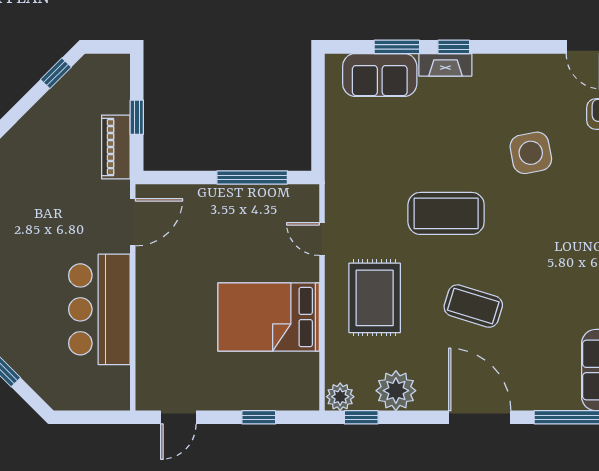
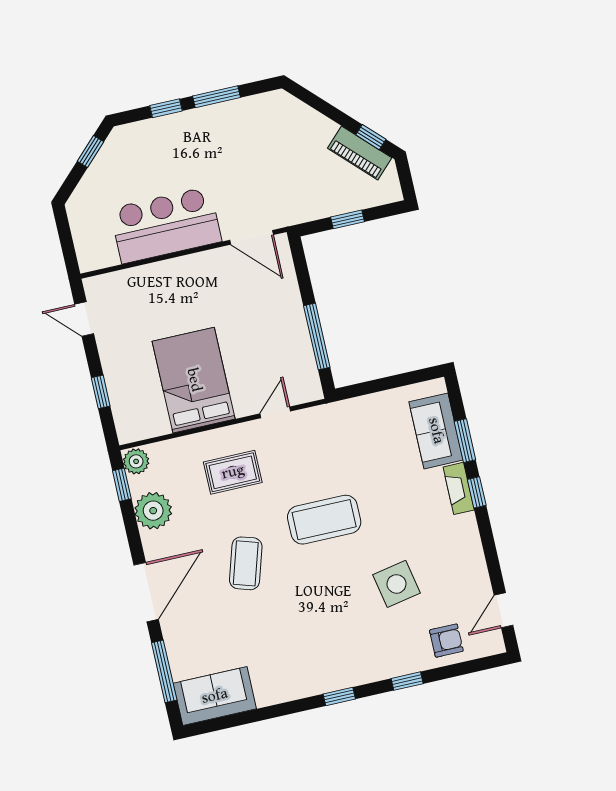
piano: (116, 147) -> (360, 153), moved, turned -135
coffee table: (446, 213) -> (324, 520), turned 90
rug: (375, 298) -> (233, 472), width x0.73, depth x0.70

